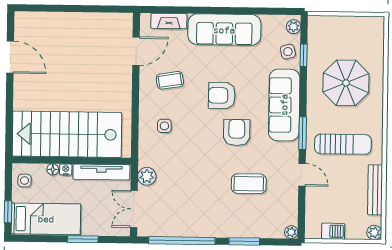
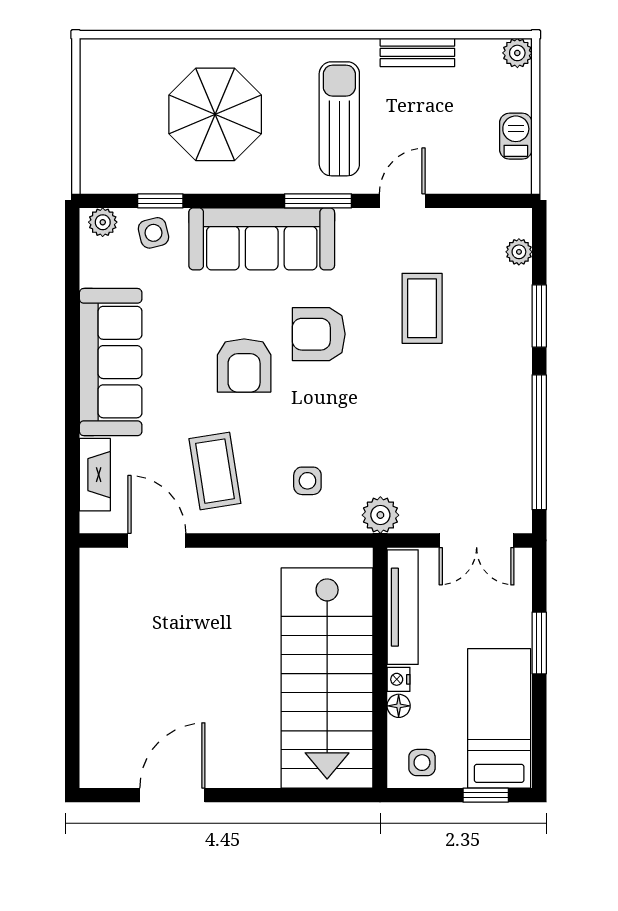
coffee table: (170, 80) -> (215, 471), width x1.36, depth x1.30
plant: (147, 176) -> (380, 515), moved
bench: (375, 190) -> (417, 52), width x0.73
plant: (291, 232) -> (519, 252), moved

